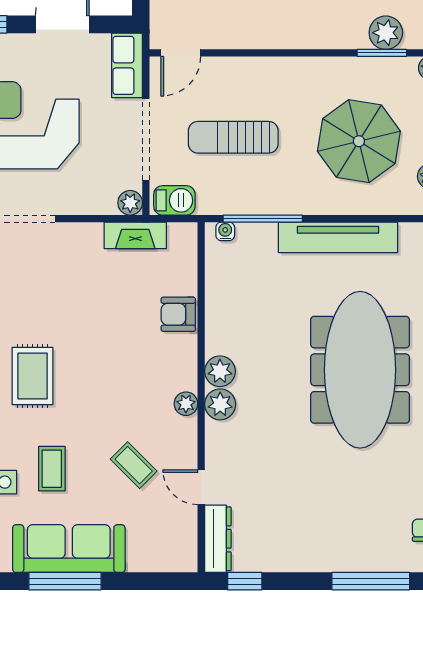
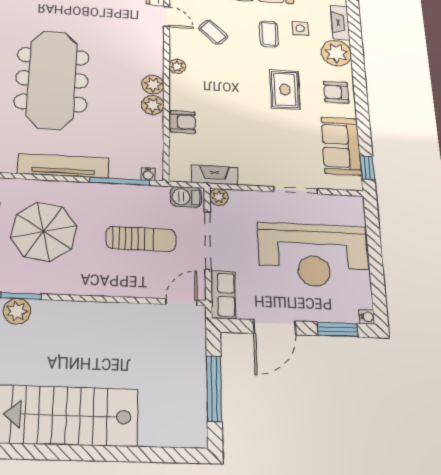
plant: (220, 404) -> (153, 105), moved

